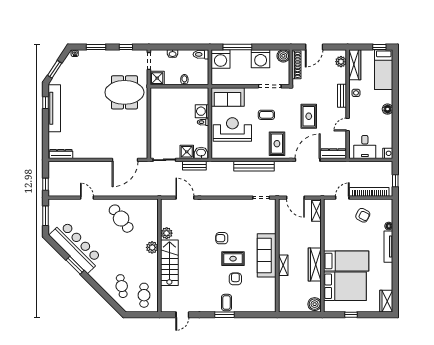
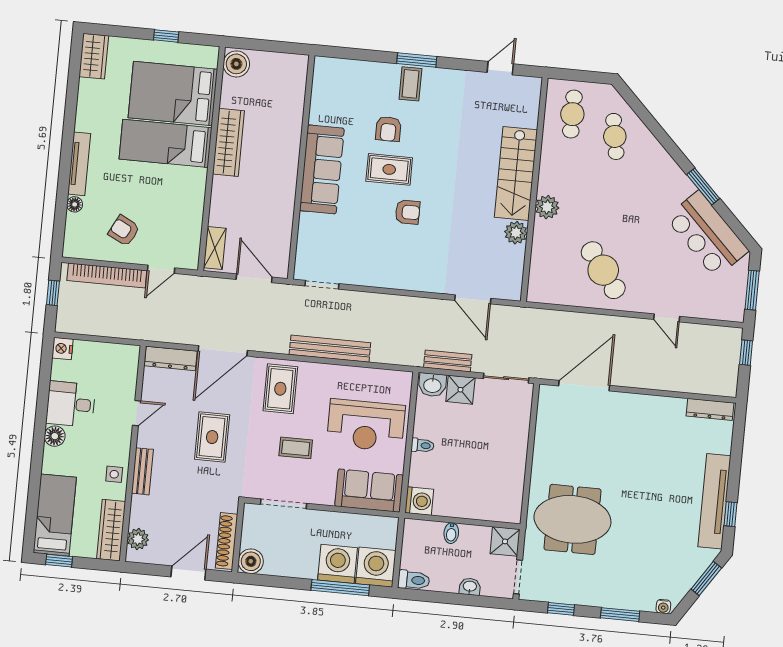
washing machine: (261, 59) -> (338, 564), moved
washing machine: (202, 111) -> (419, 501), moved
desk: (365, 147) -> (71, 404), moved, turned -90
bar counter: (76, 247) -> (707, 234), width x0.73
shelving: (283, 265) -> (291, 147), removed

